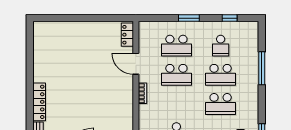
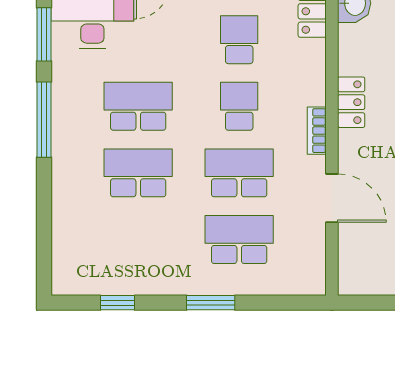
locker: (127, 35) -> (351, 102), moved
school desk: (221, 46) -> (239, 106), moved
window: (262, 68) -> (44, 120), moved

